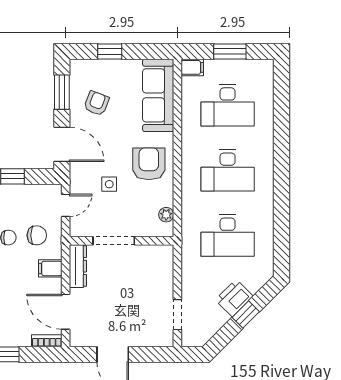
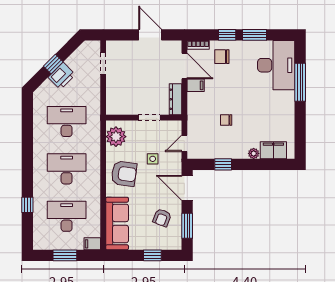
window: (281, 121) -> (27, 205), added
armchair: (149, 164) -> (124, 174), turned -82
plant: (166, 215) -> (116, 137), width x1.87, depth x1.87
chair: (37, 235) -> (222, 57), moved
doorway: (114, 241) -> (149, 118), width x0.73
filing cabinet: (50, 268) -> (196, 85), moved

